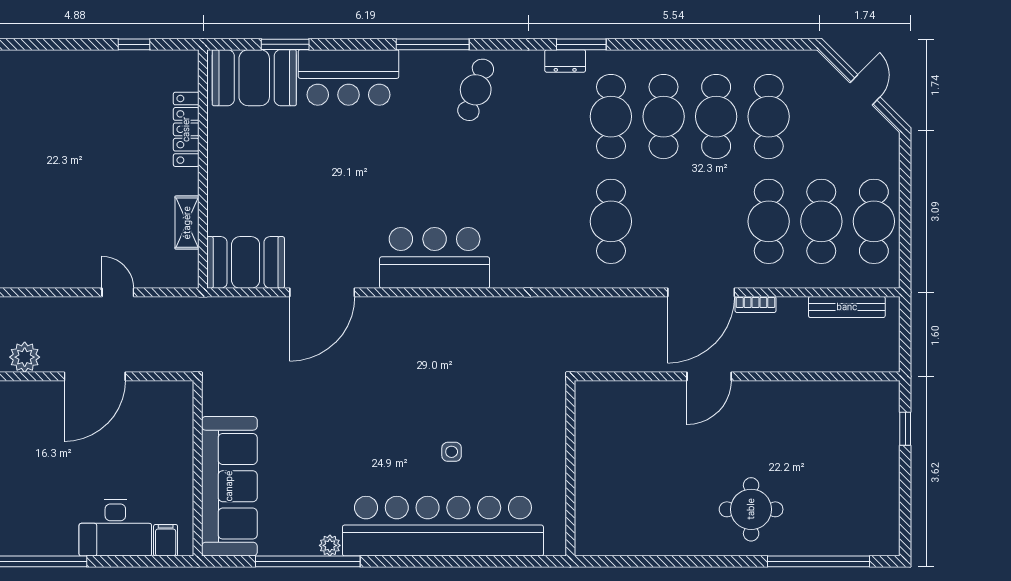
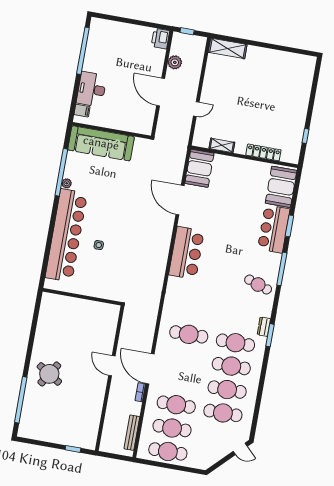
window: (285, 44) -> (289, 226), moved
door: (865, 90) -> (240, 449), moved
round table: (751, 509) -> (49, 374), turned 32

